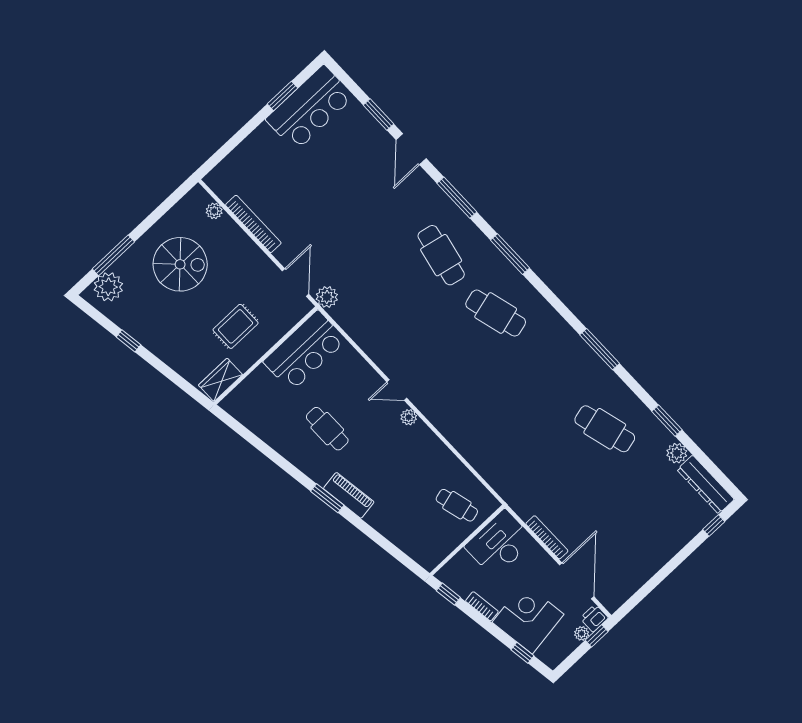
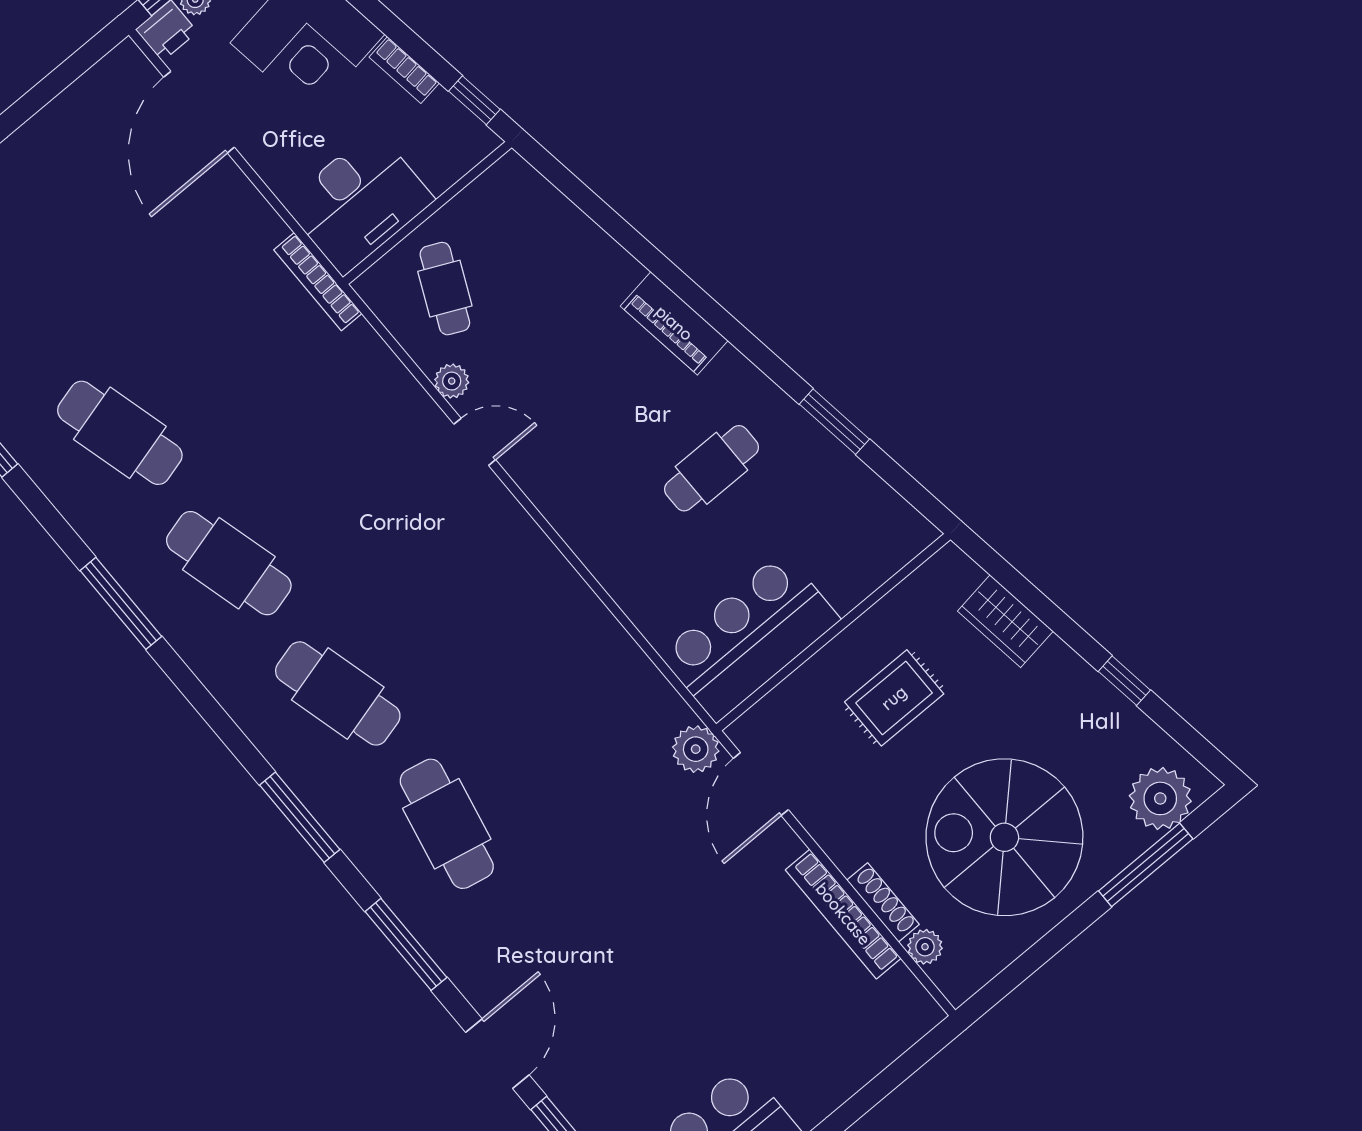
shoe rack: (235, 231) -> (883, 902), added
spiral stairs: (180, 264) -> (1004, 837), width x1.37, depth x1.37
cafe table: (550, 371) -> (229, 563), added
wardrobe: (221, 380) -> (1005, 621), moved, turned 82
door: (397, 390) -> (475, 442), moved
plant: (409, 417) -> (452, 381), moved
cafe table: (327, 429) -> (712, 468), turned 90
window: (327, 498) -> (834, 422), moved
cafe table: (457, 505) -> (445, 289), turned 40
bookcase: (547, 537) -> (318, 282), moved

